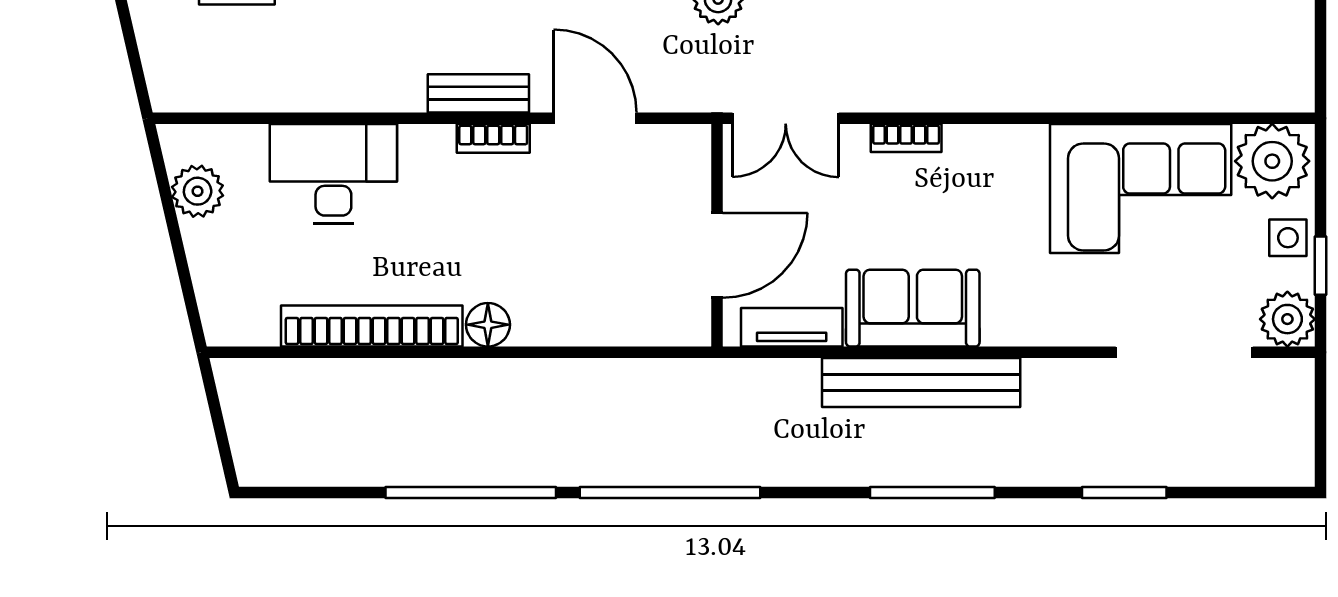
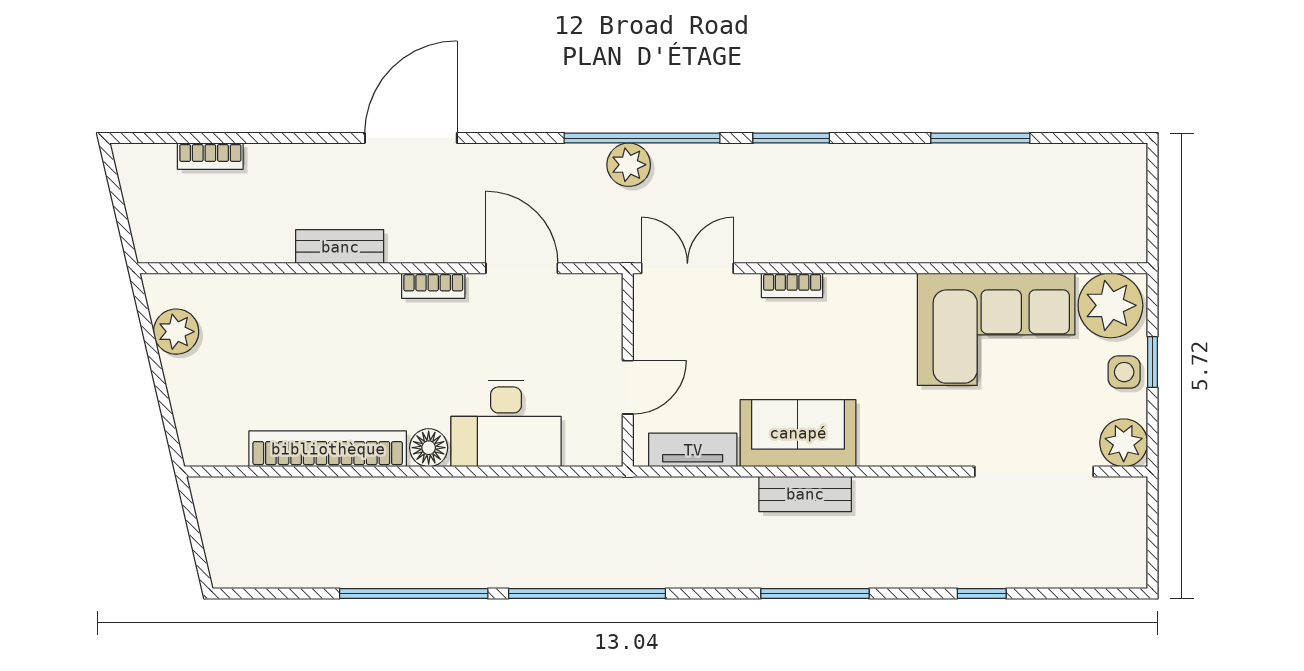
bench: (478, 93) -> (340, 247), moved
double door: (786, 118) -> (687, 268), swing flipped
desk: (333, 174) -> (506, 423), moved, turned 180
door: (717, 255) -> (628, 387), width x0.73
window: (1321, 266) -> (1152, 362), moved
bench: (921, 382) -> (805, 494), width x0.54, depth x0.82
window: (1124, 493) -> (982, 594), width x0.67

